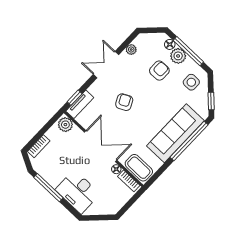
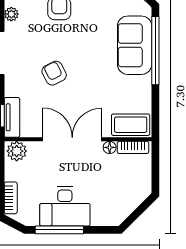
sofa: (175, 133) -> (135, 45), width x0.73
desk: (78, 192) -> (65, 206), moved

